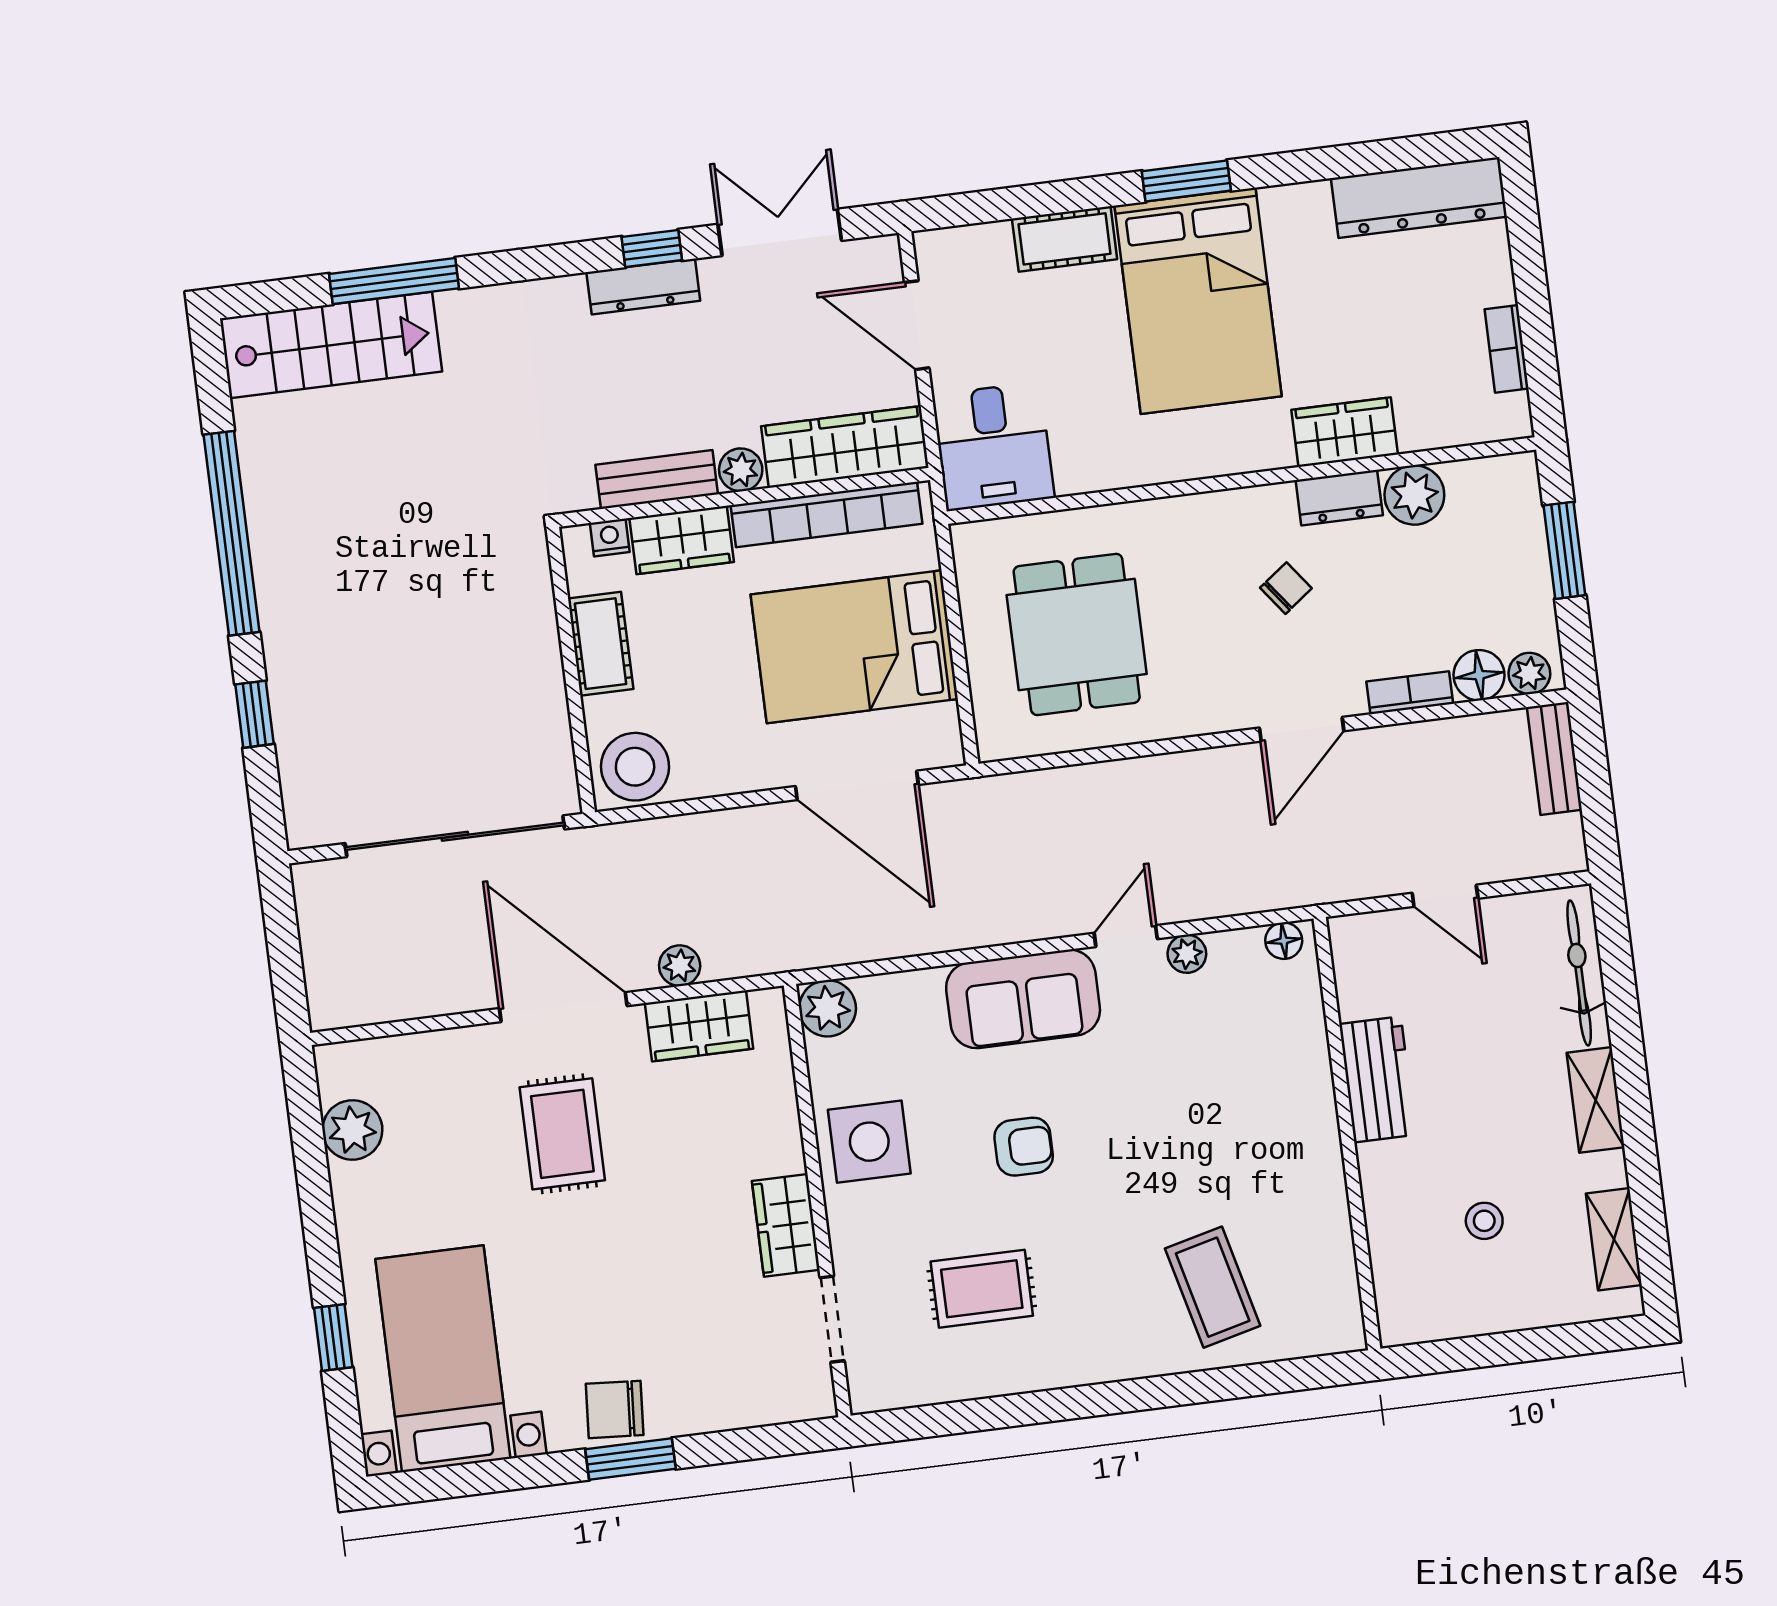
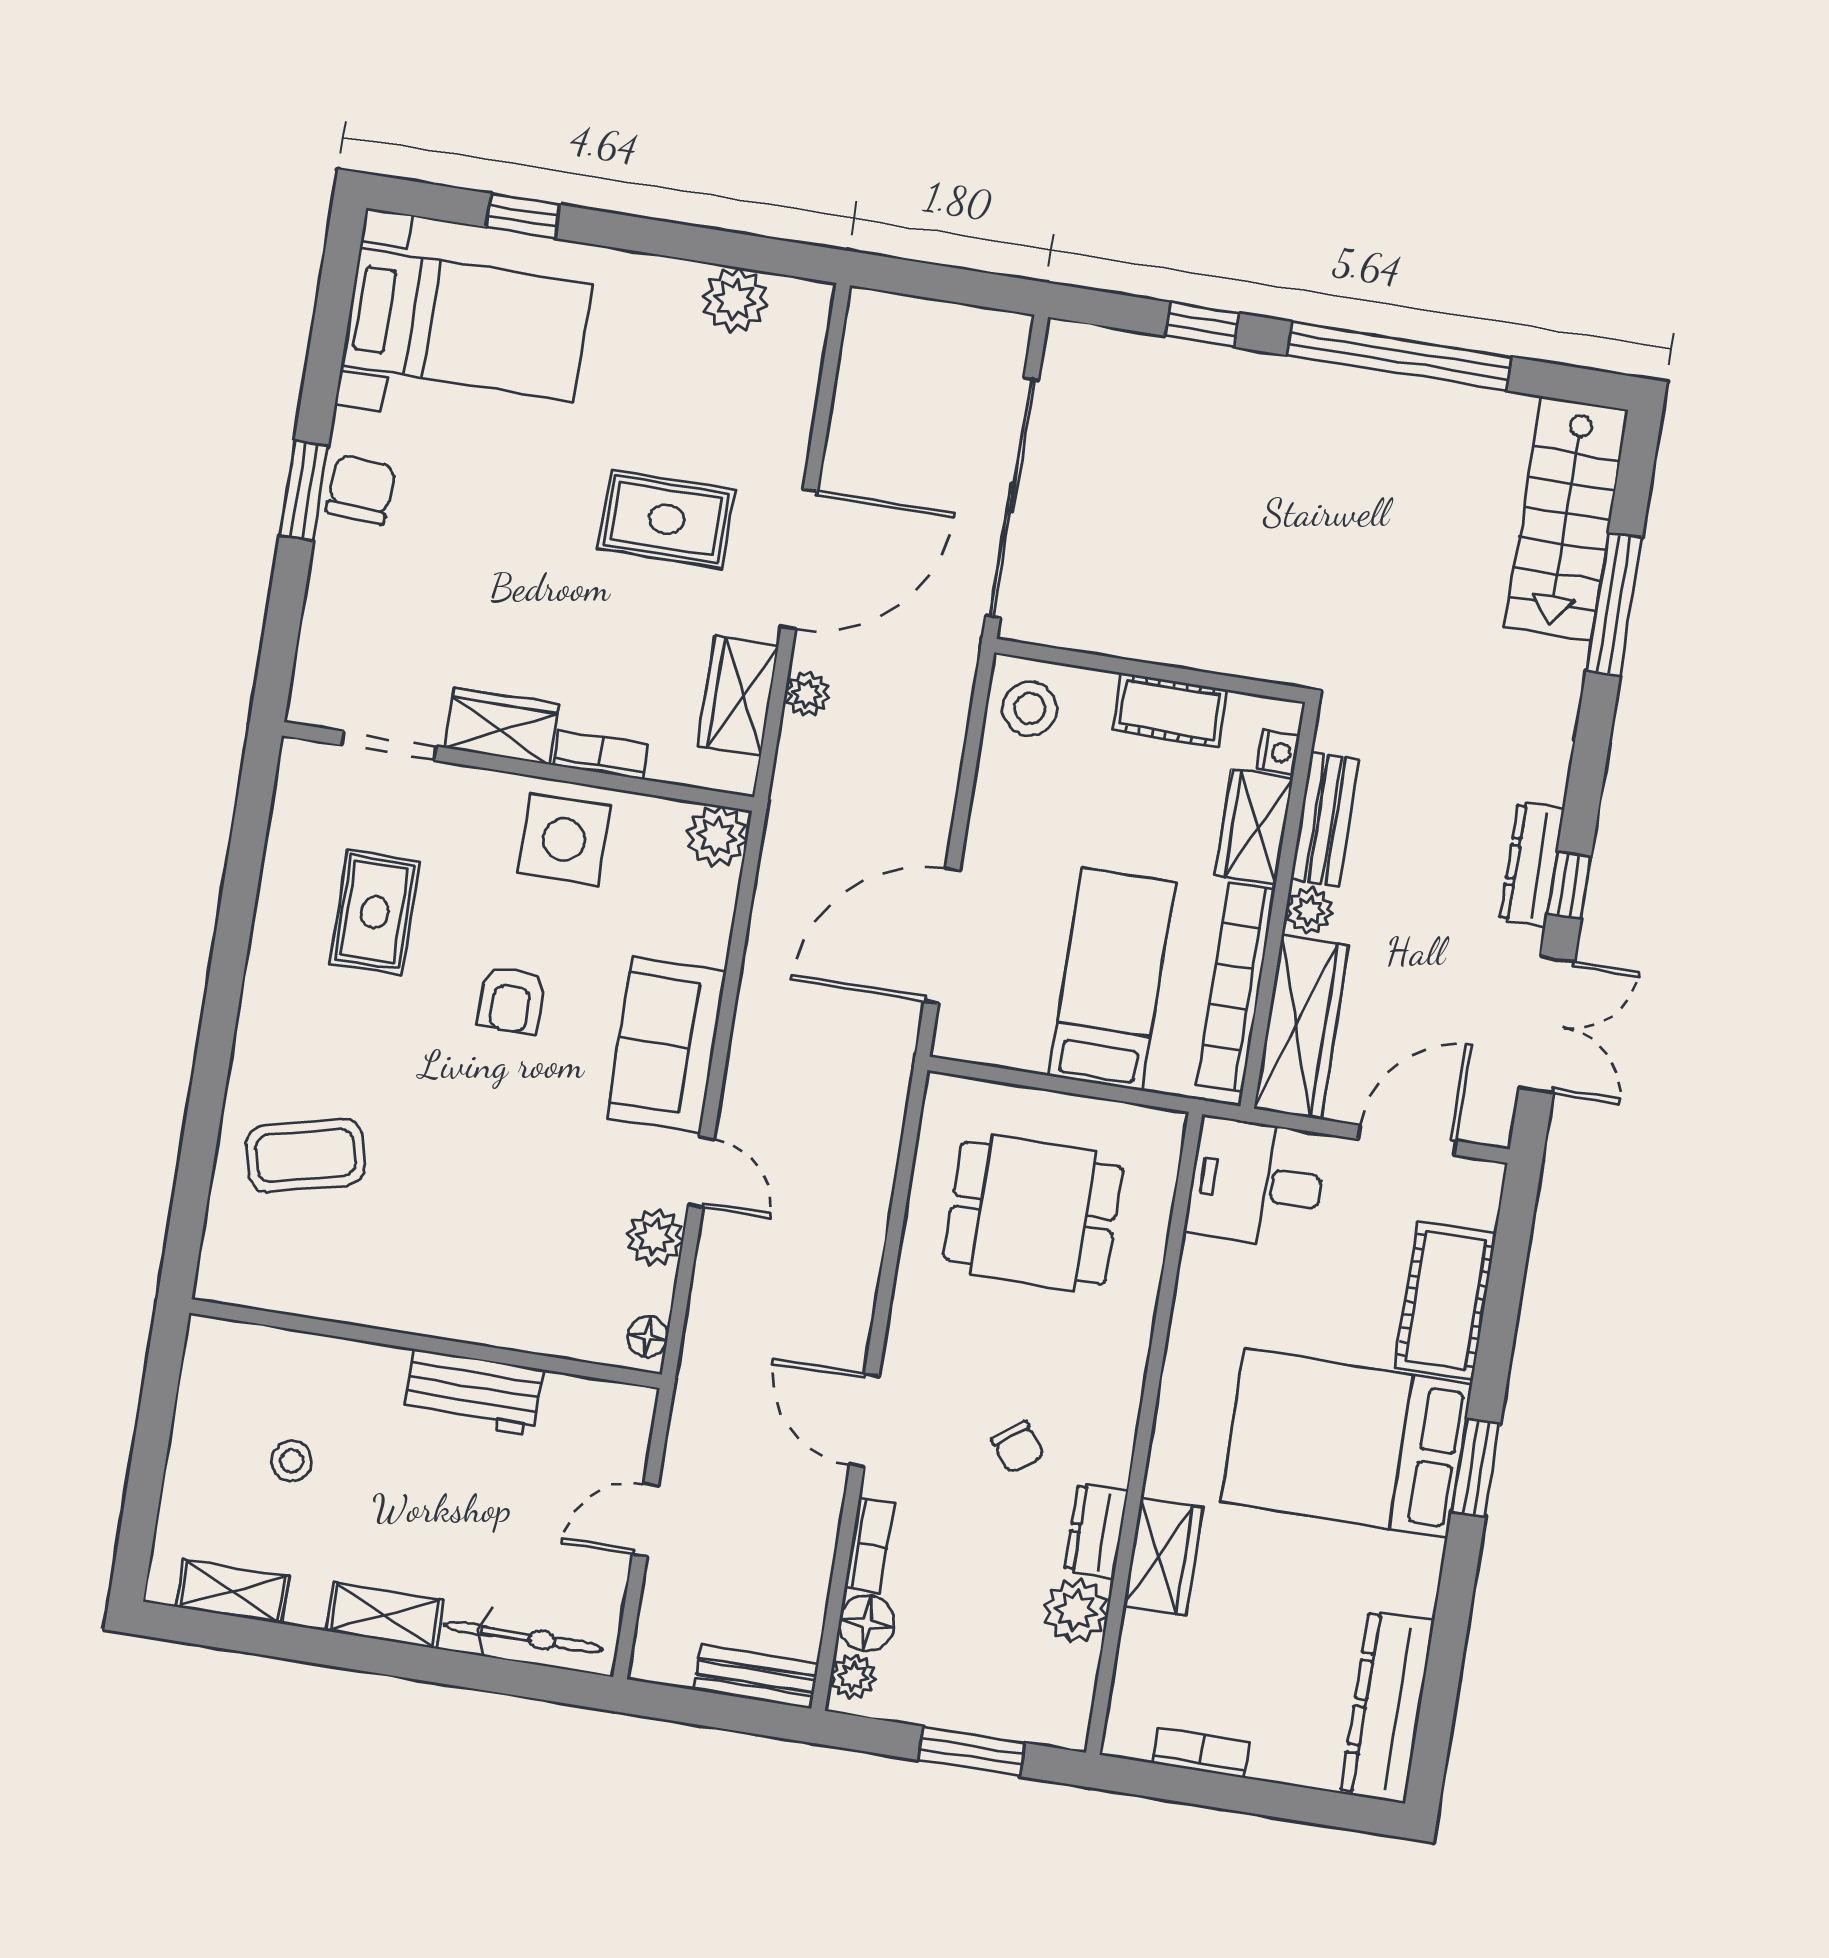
cot: (1065, 239) -> (1446, 1301), width x1.37, depth x1.34
bed: (854, 647) -> (1112, 979), width x0.67
stool: (635, 767) -> (1030, 708), width x0.73, depth x0.73
plant: (1187, 954) -> (655, 1237), width x1.38, depth x1.38
bookcase: (786, 1131) -> (601, 755), added

